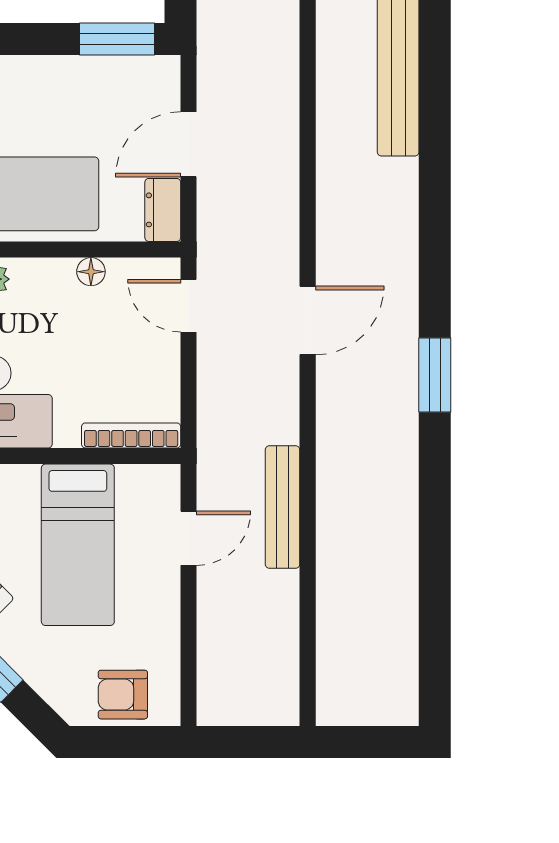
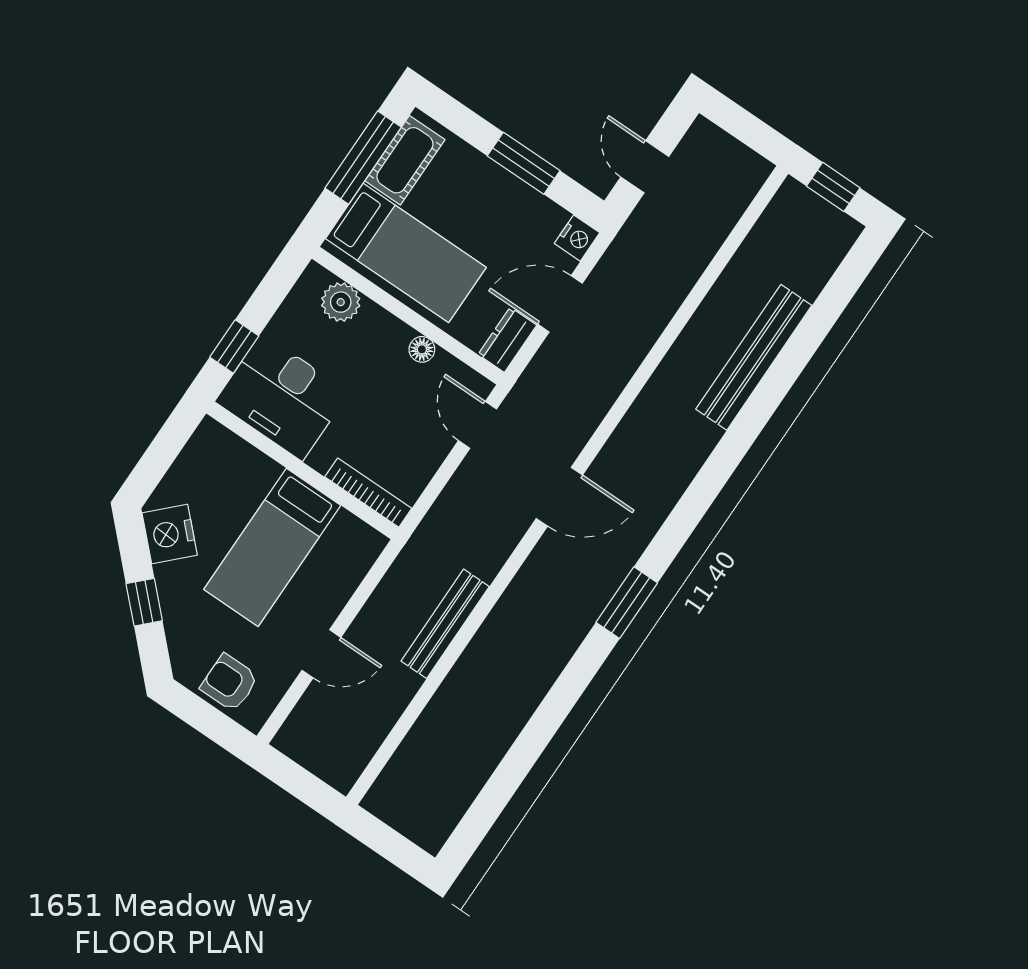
window: (117, 39) -> (524, 163), moved
nightstand: (163, 74) -> (577, 238), added
door: (189, 538) -> (321, 654), moved

